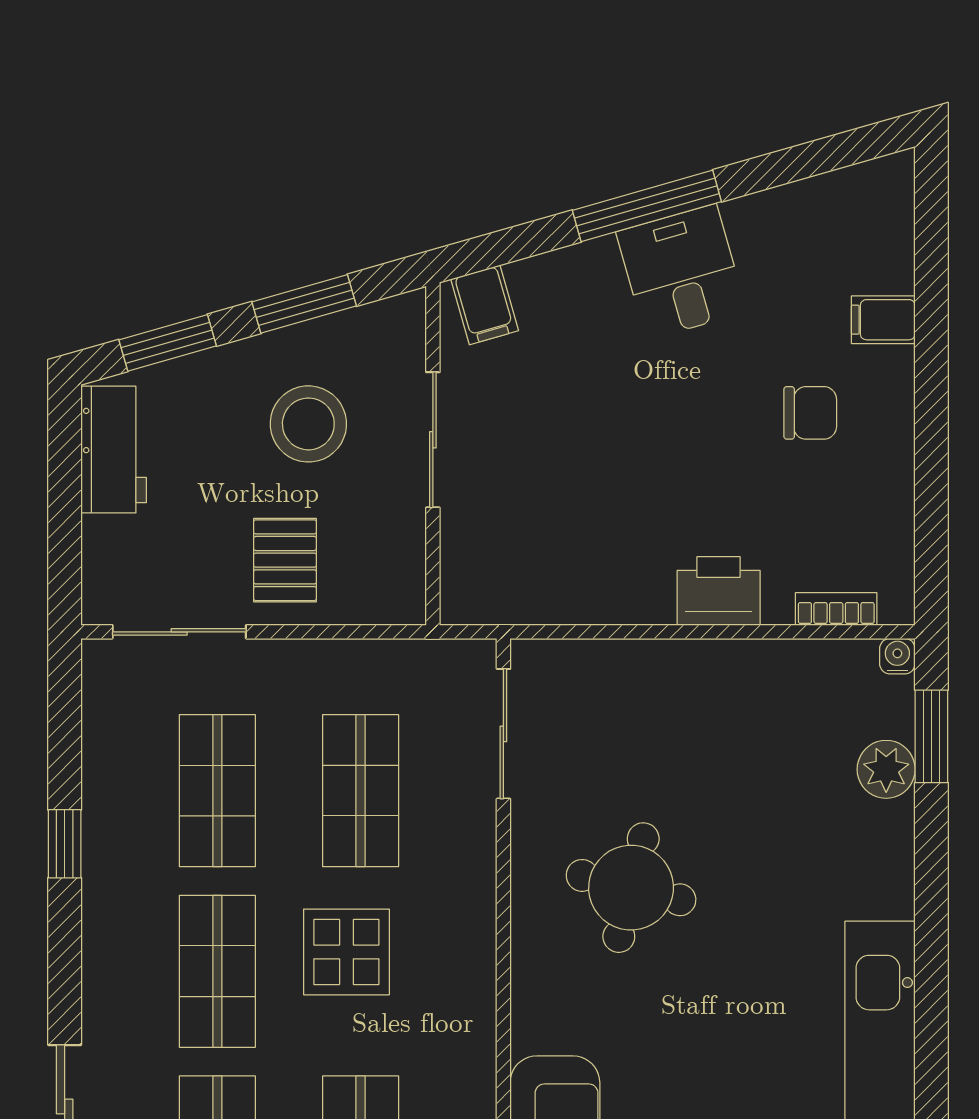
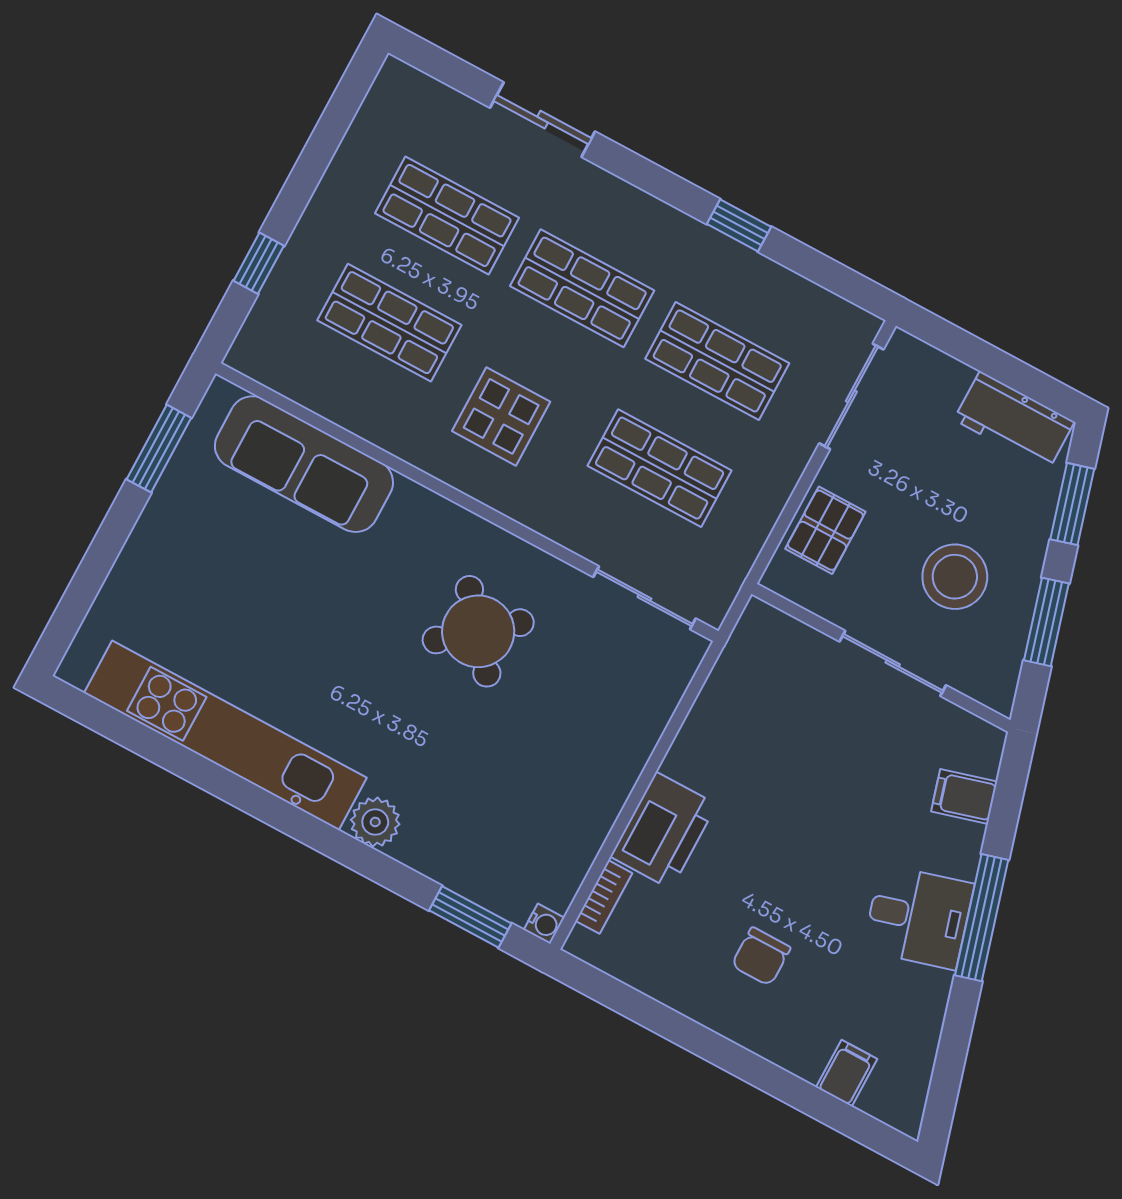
filing cabinet: (485, 305) -> (964, 797), moved
filing cabinet: (883, 320) -> (847, 1073), moved
pallet: (285, 560) -> (825, 530), moved, turned 90
printer: (719, 591) -> (663, 830), width x1.37, depth x1.19
plant: (886, 769) -> (375, 822), moved
round table: (631, 888) -> (478, 631), turned 36
display table: (346, 952) -> (501, 416), moved

